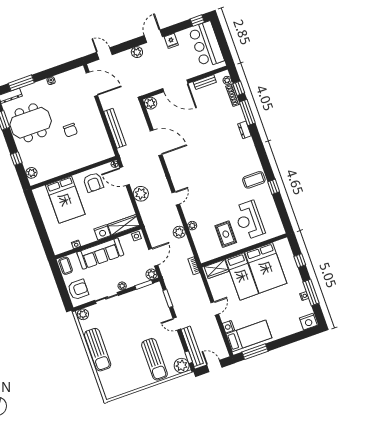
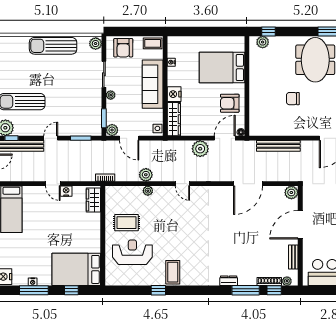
window: (16, 159) -> (269, 31), moved
bed: (266, 268) -> (76, 269), moved
bed: (242, 276) -> (76, 224), removed
nightstand: (228, 327) -> (66, 191), moved

